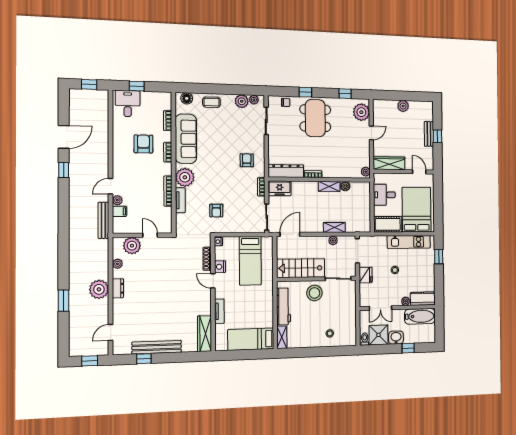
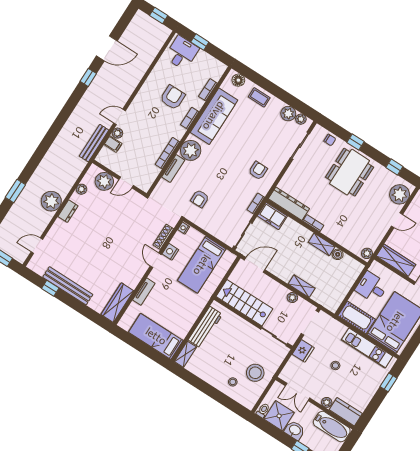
door: (150, 235) -> (126, 182), swing flipped
stool: (314, 293) -> (255, 373), moved

